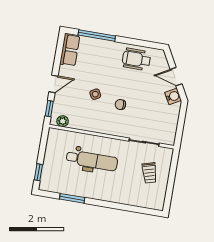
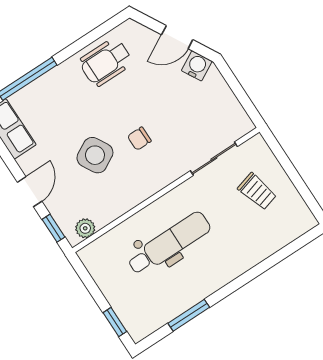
side table: (95, 94) -> (95, 155), width x1.87, depth x1.87

